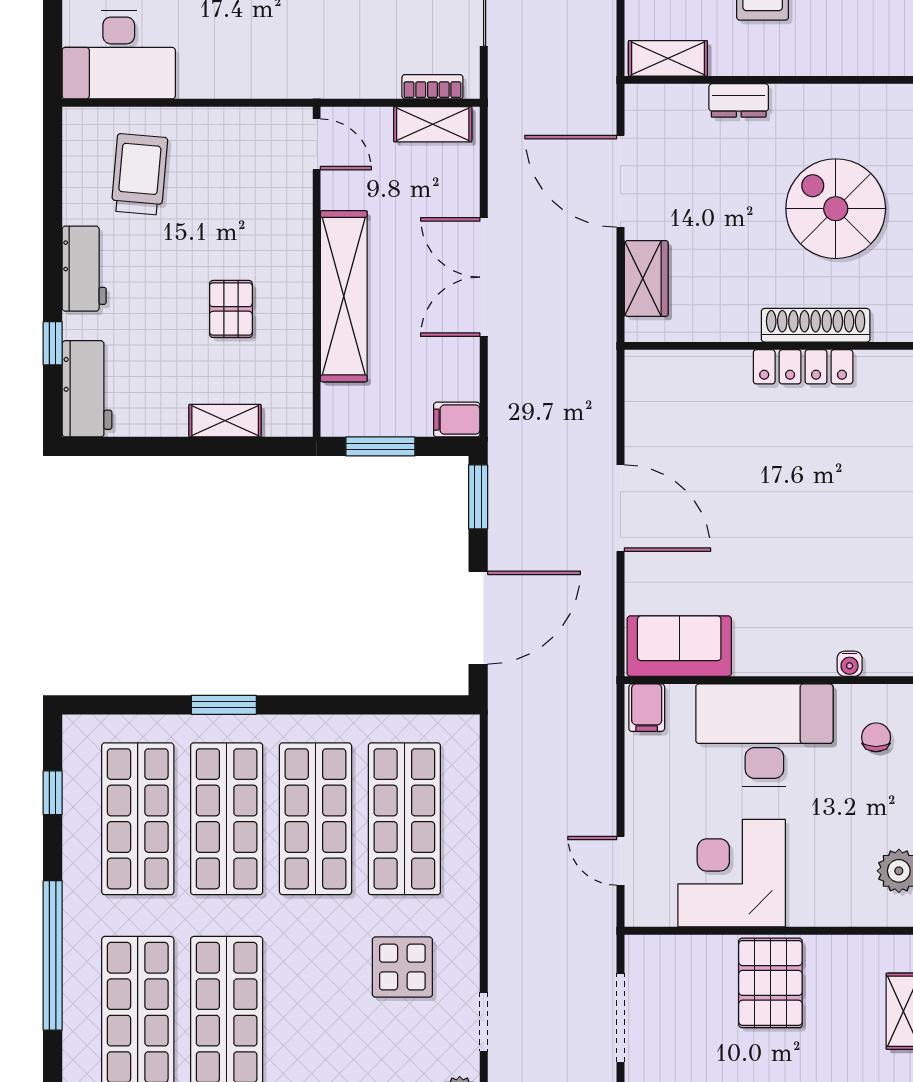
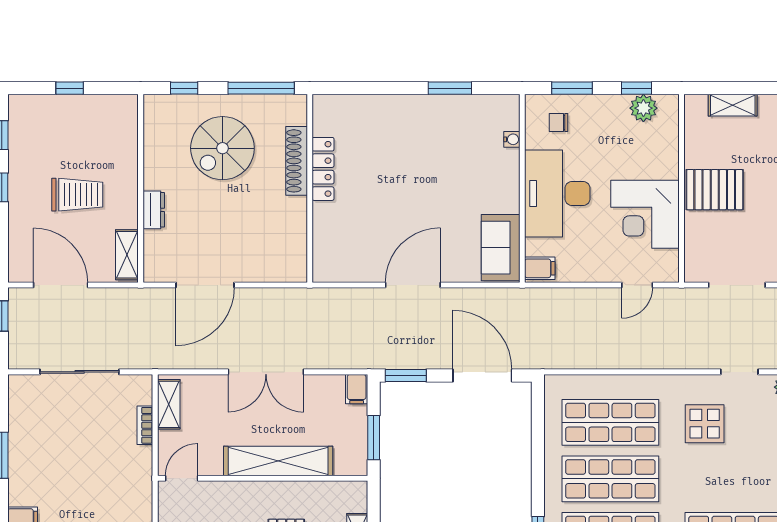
bookcase: (432, 87) -> (145, 425), moved
wardrobe: (646, 278) -> (267, 269), removed

